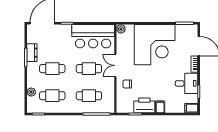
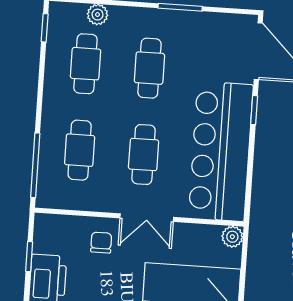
bar counter: (93, 36) -> (221, 151), width x1.36
dresser: (32, 53) -> (190, 23), removed
double door: (115, 65) -> (147, 218), swing flipped

